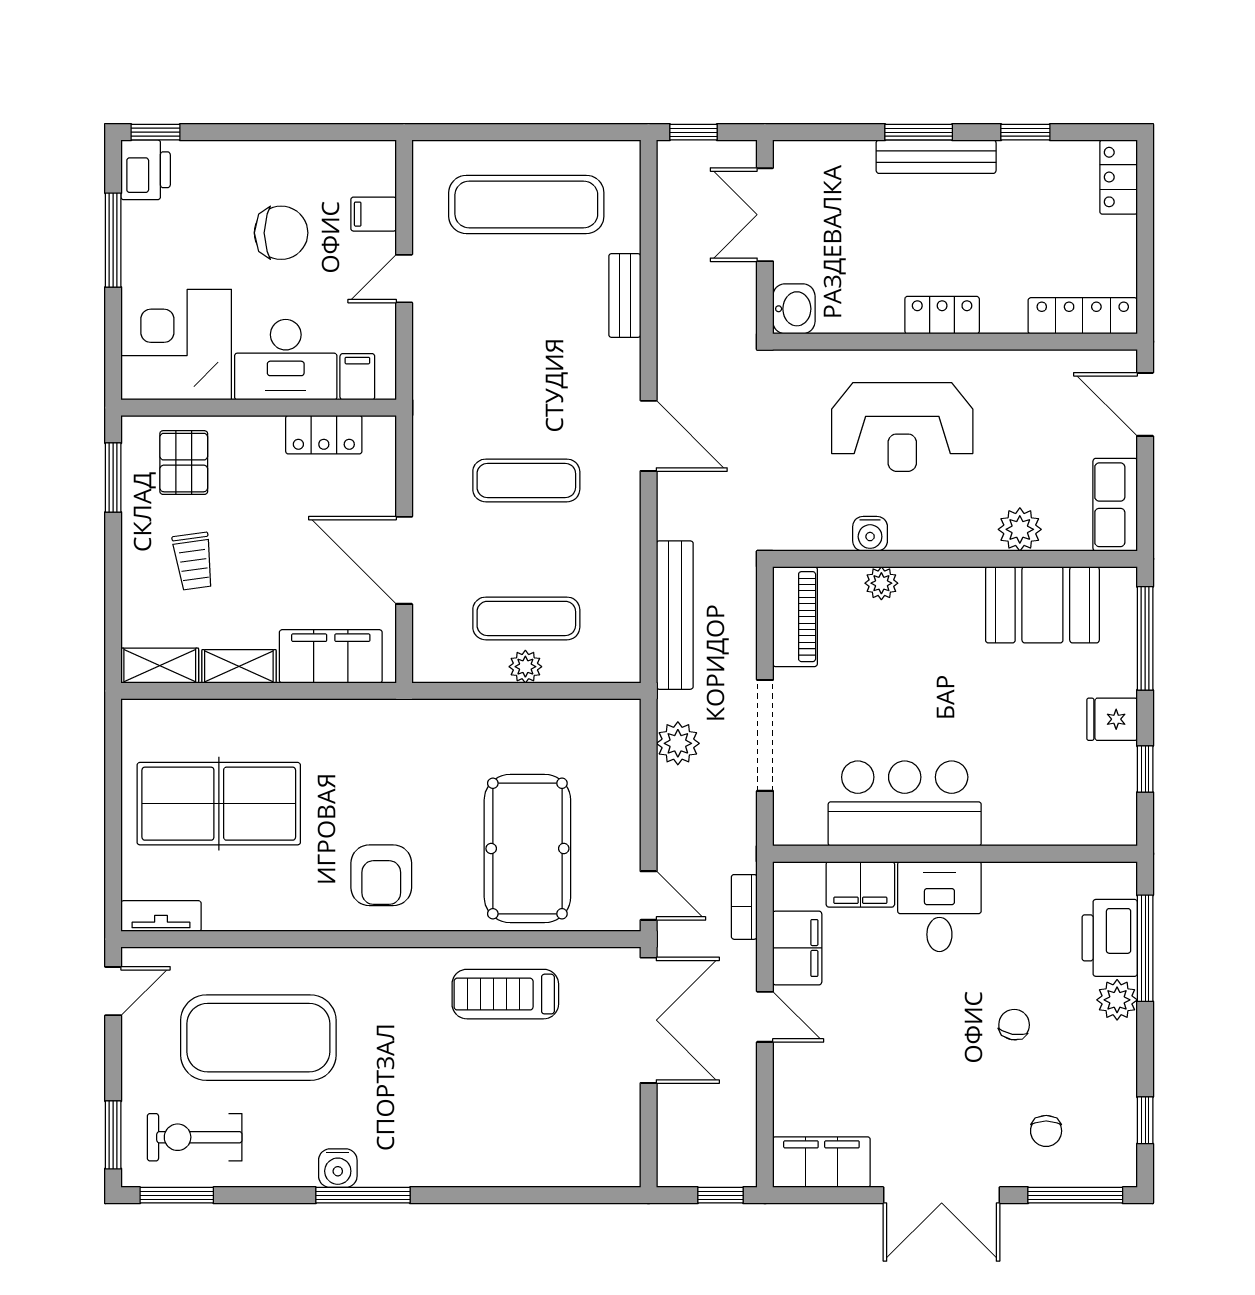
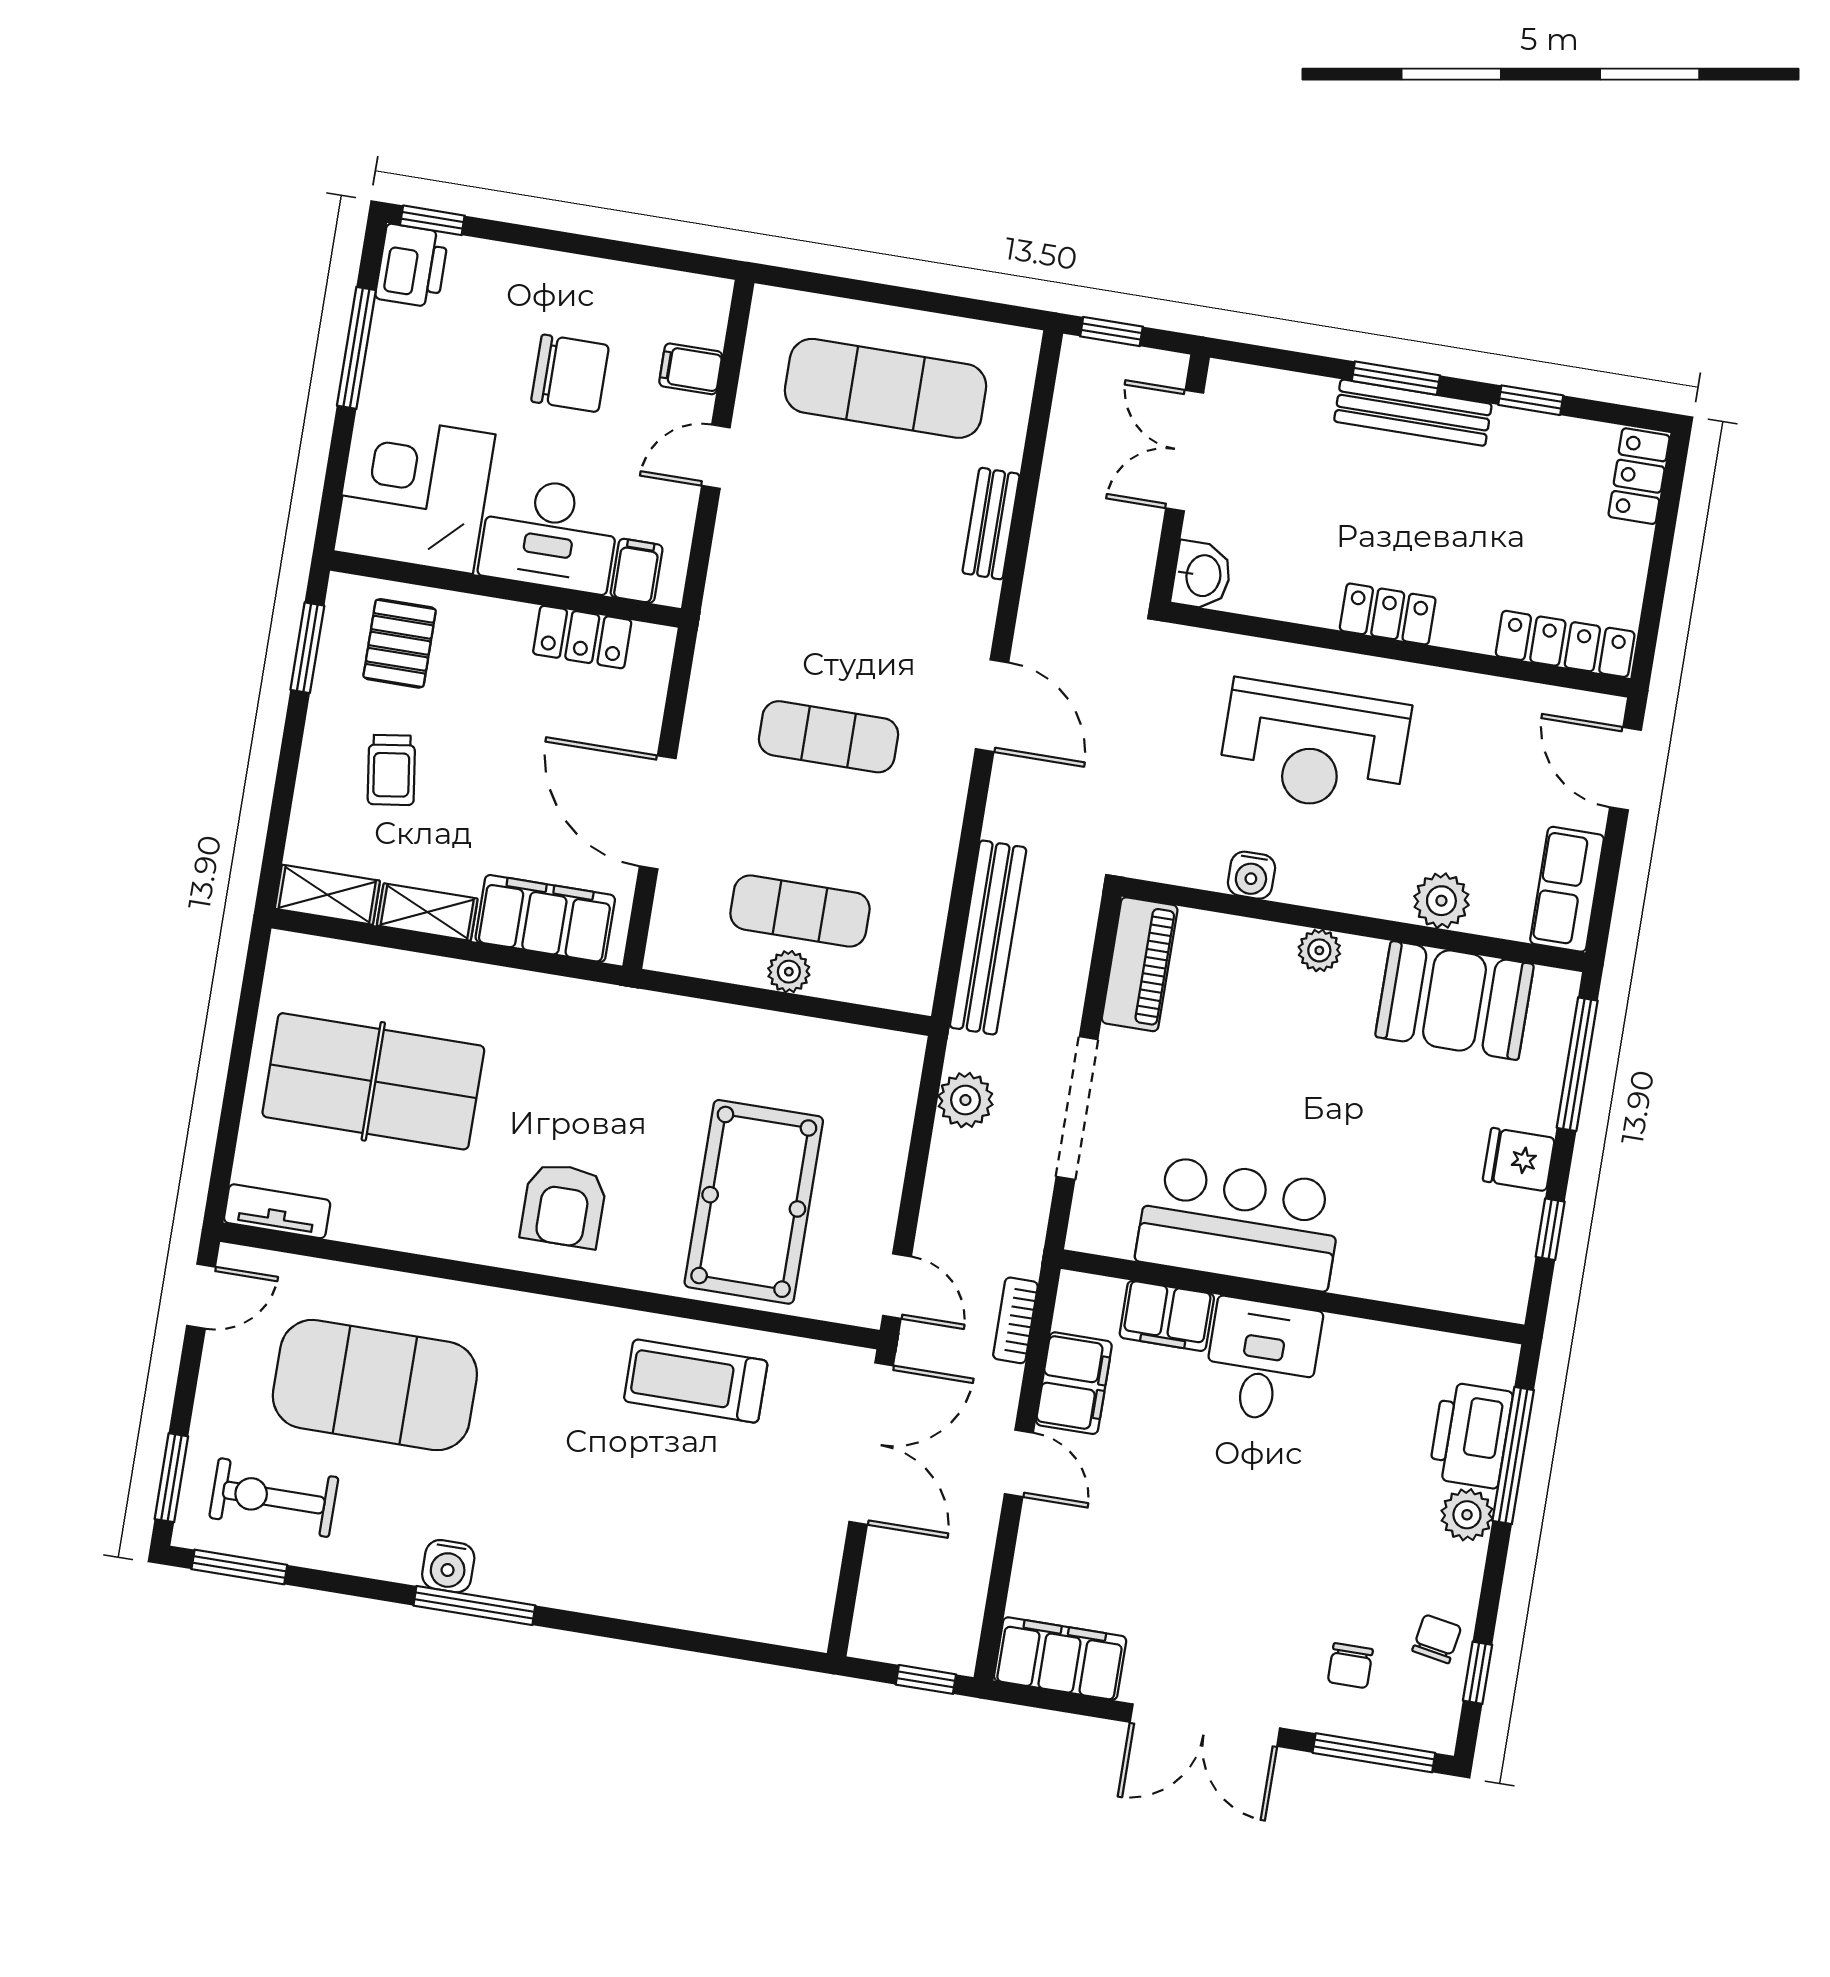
plant: (881, 583) -> (1319, 950), moved
chair: (1014, 1025) -> (1437, 1639), moved

